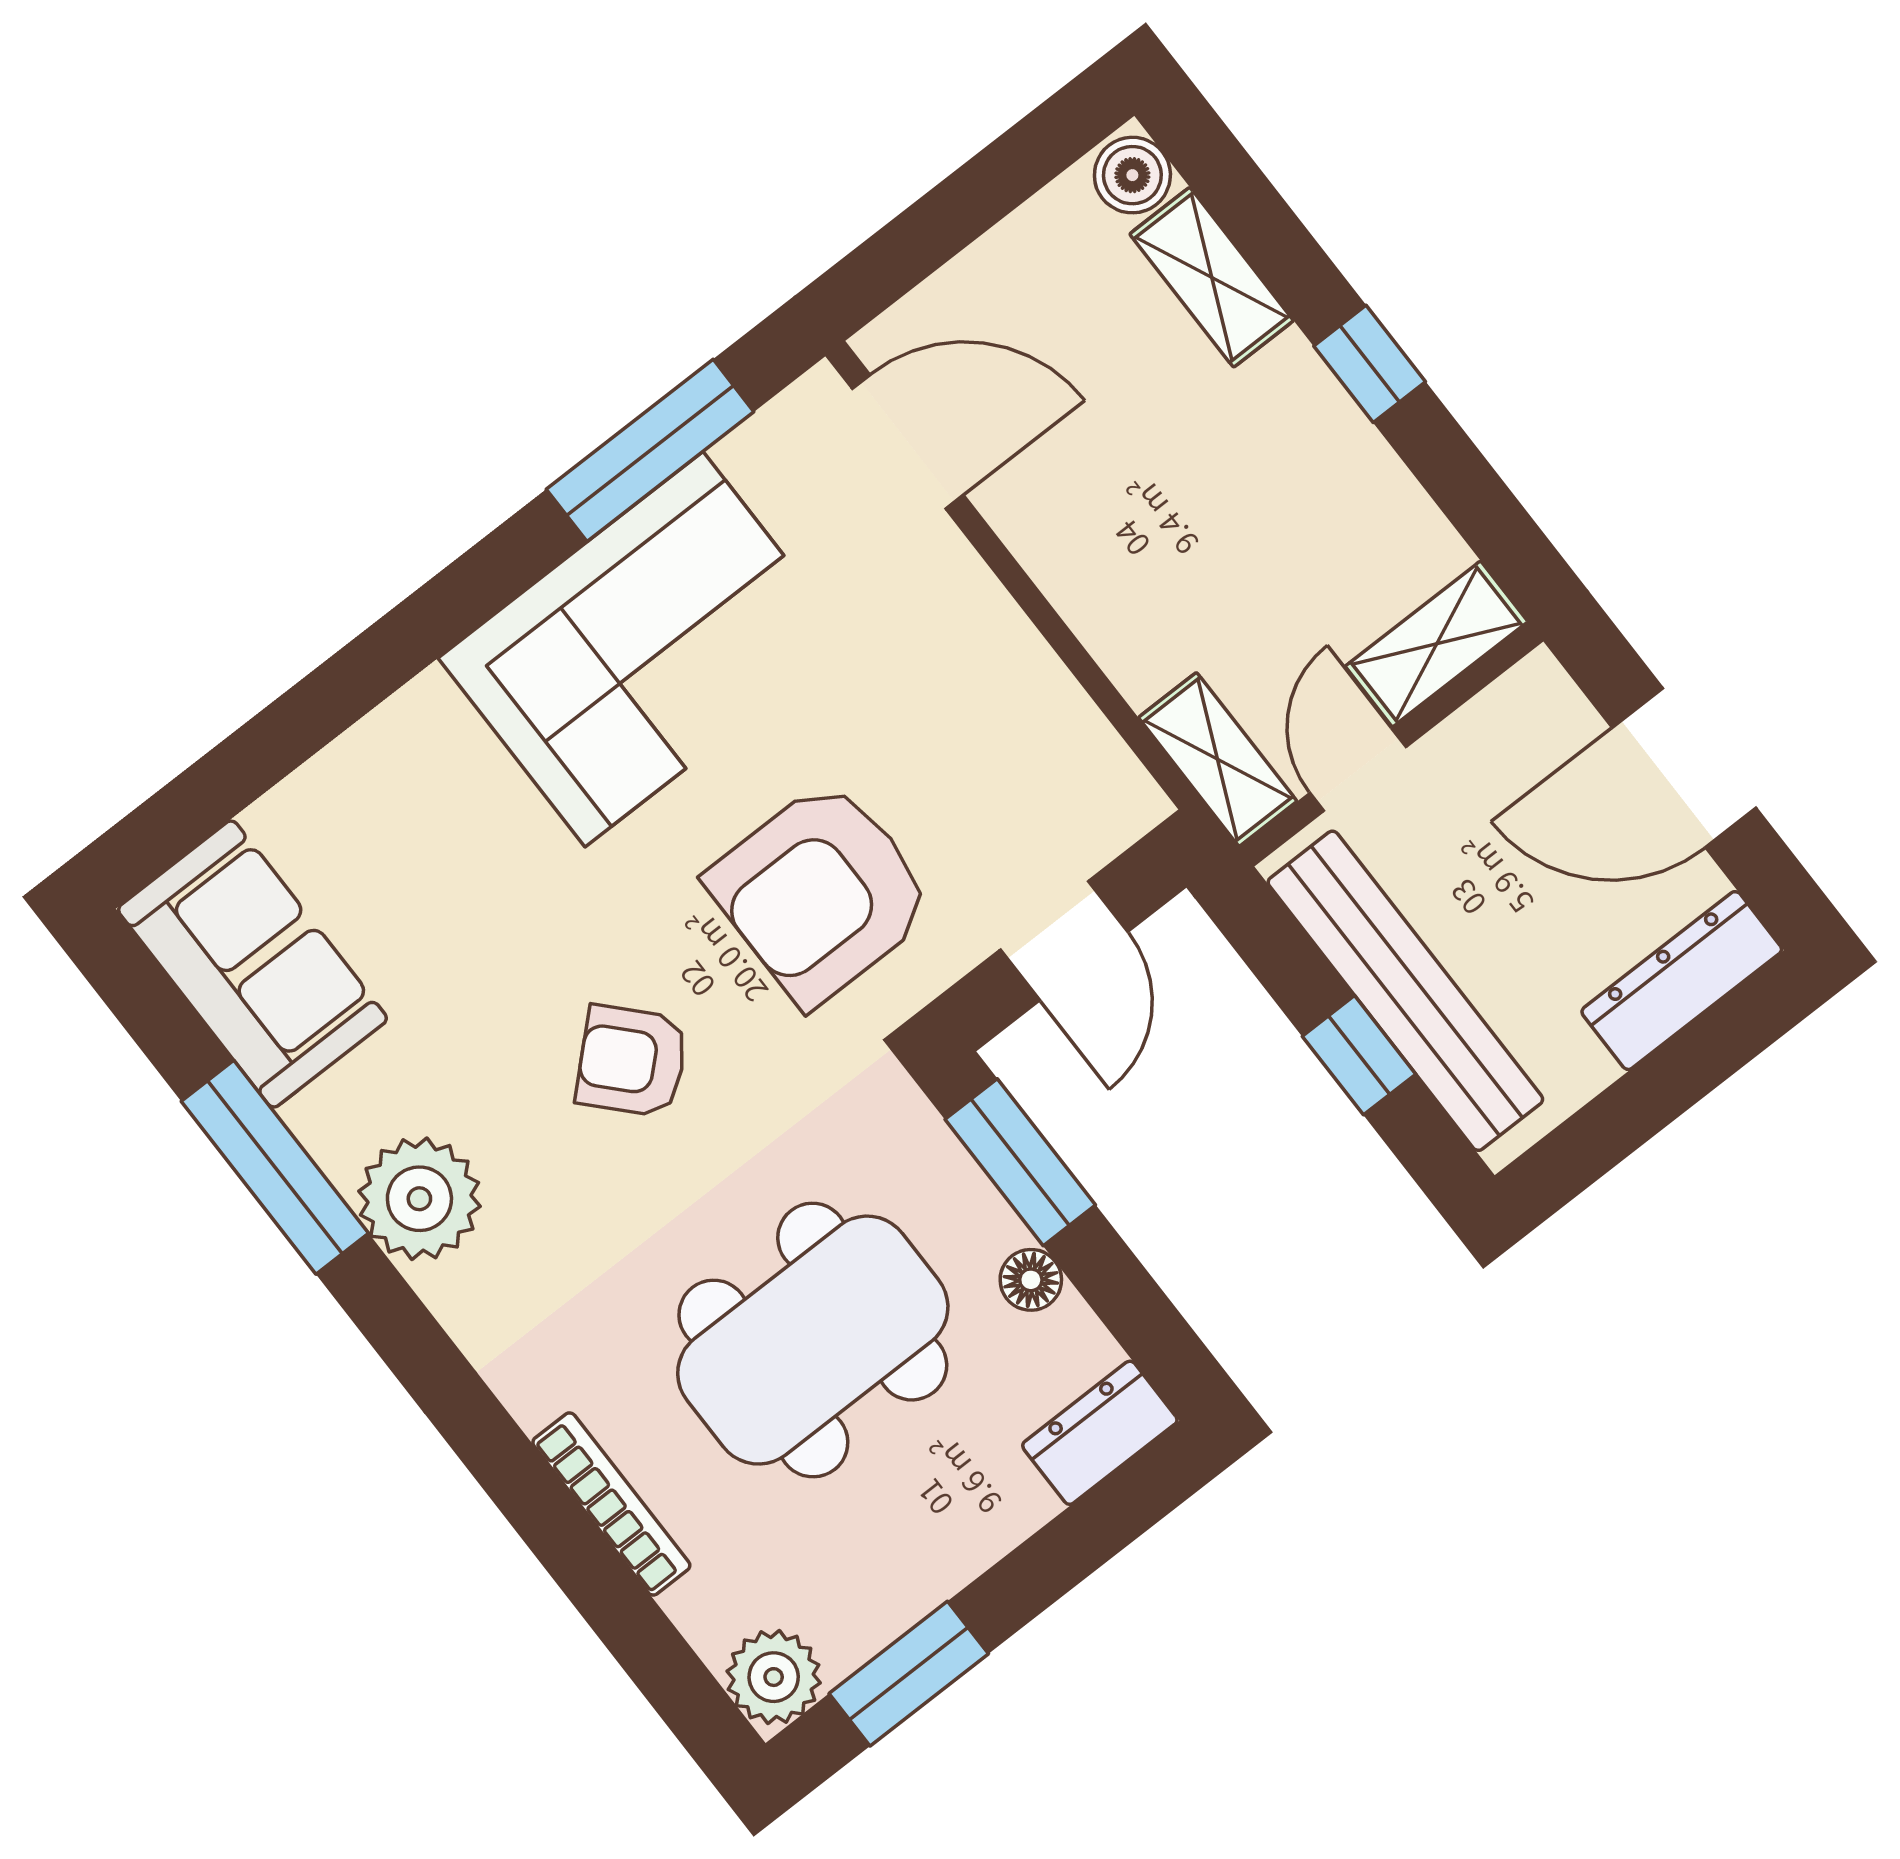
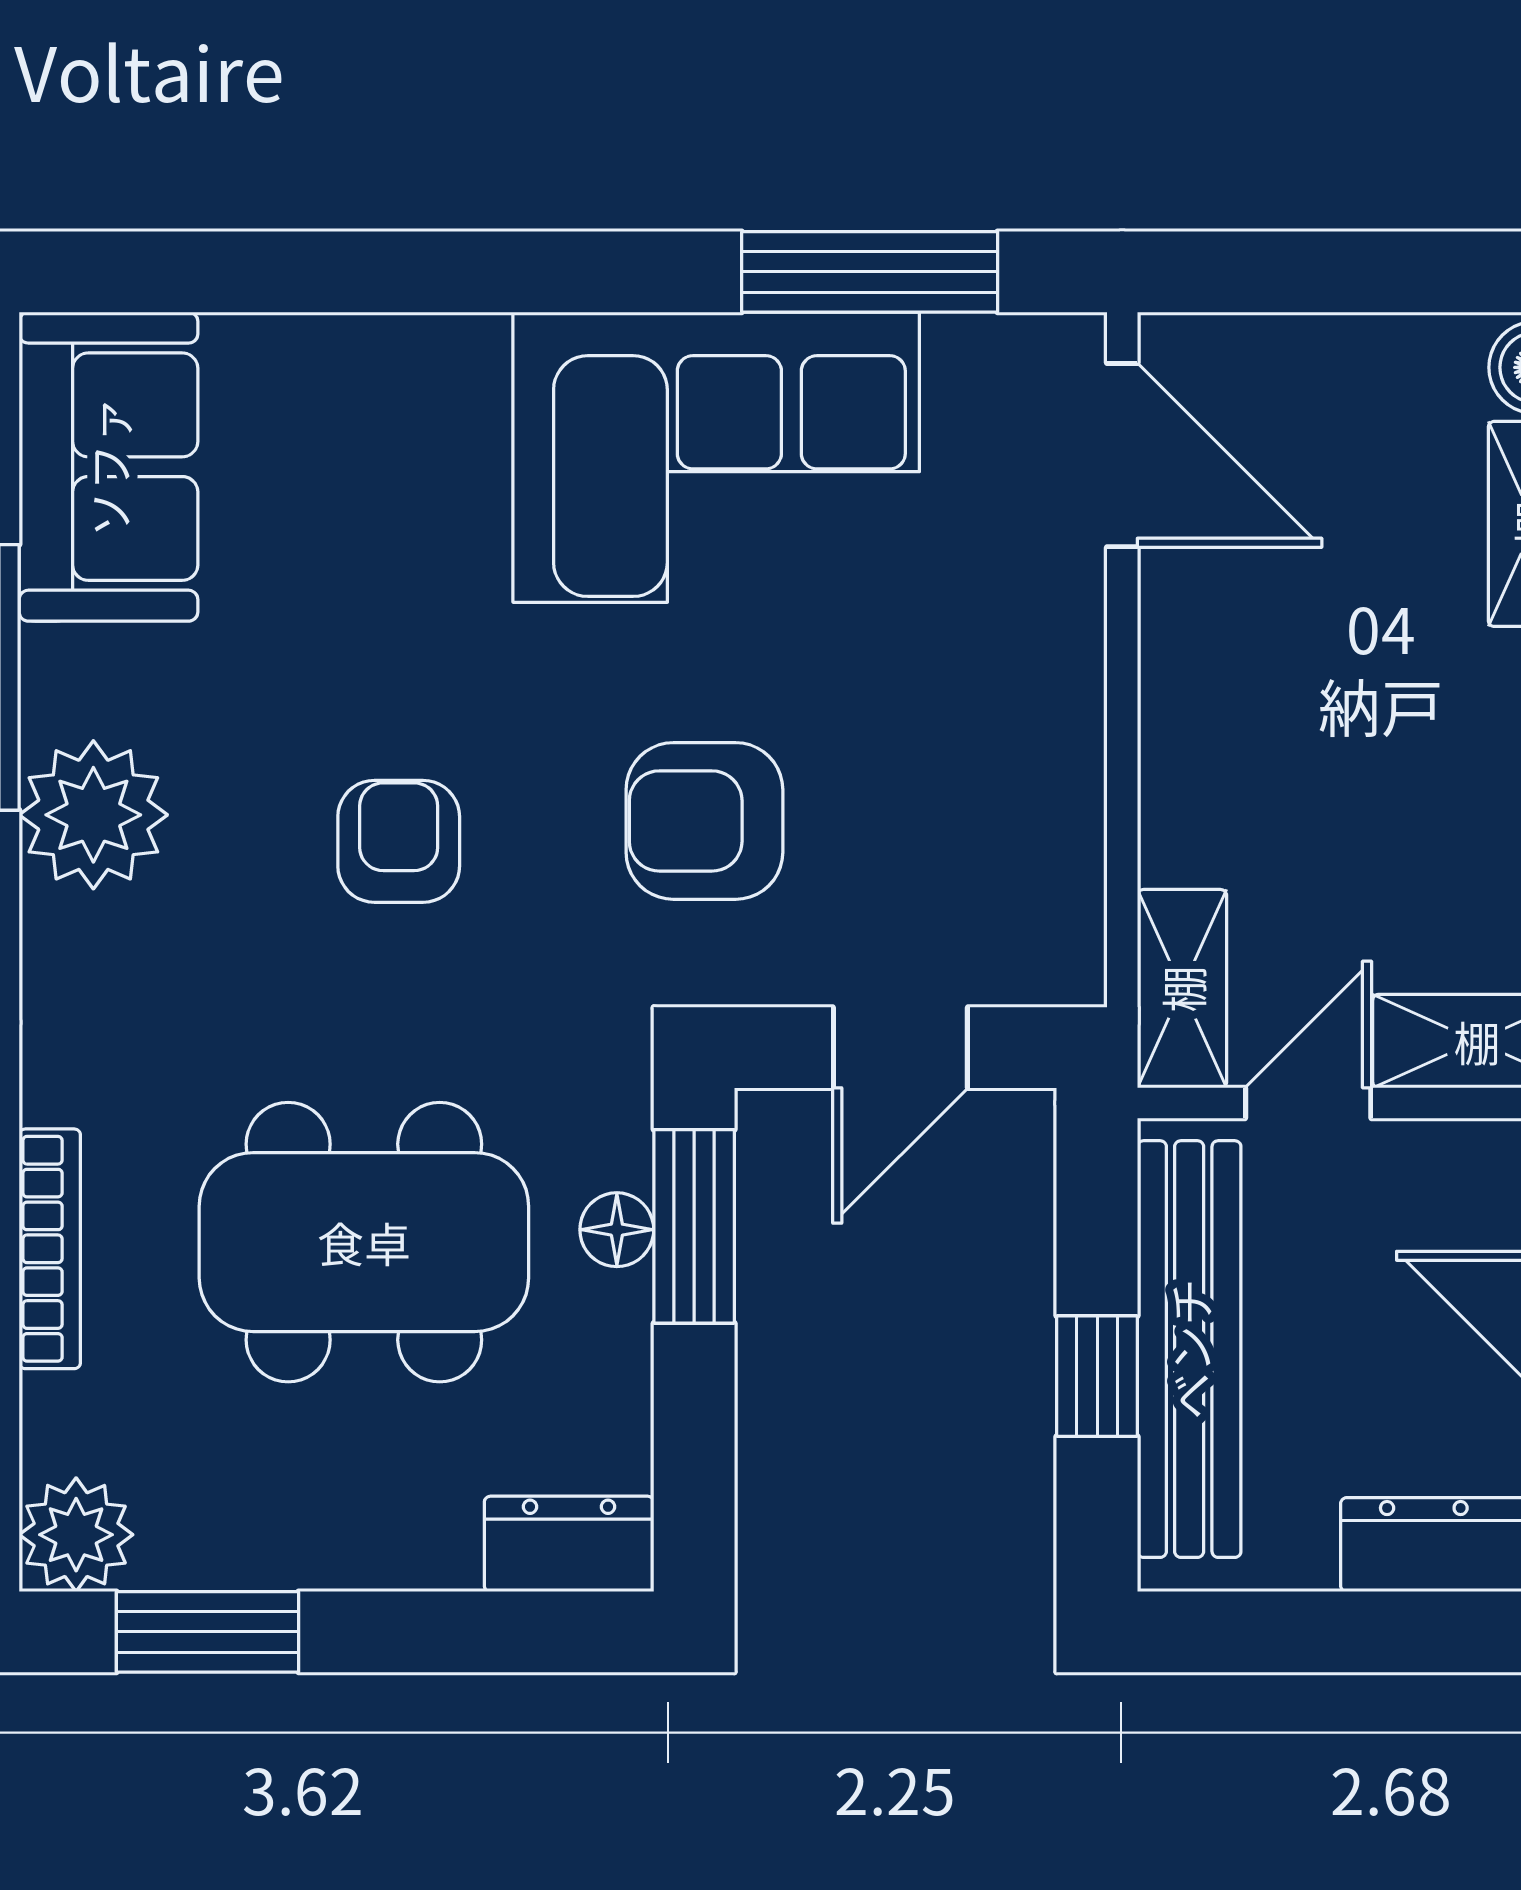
armchair: (821, 892) -> (704, 821), width x0.73, depth x0.73
armchair: (632, 1061) -> (399, 841), turned 43
floor lamp: (1031, 1280) -> (617, 1230), moved

